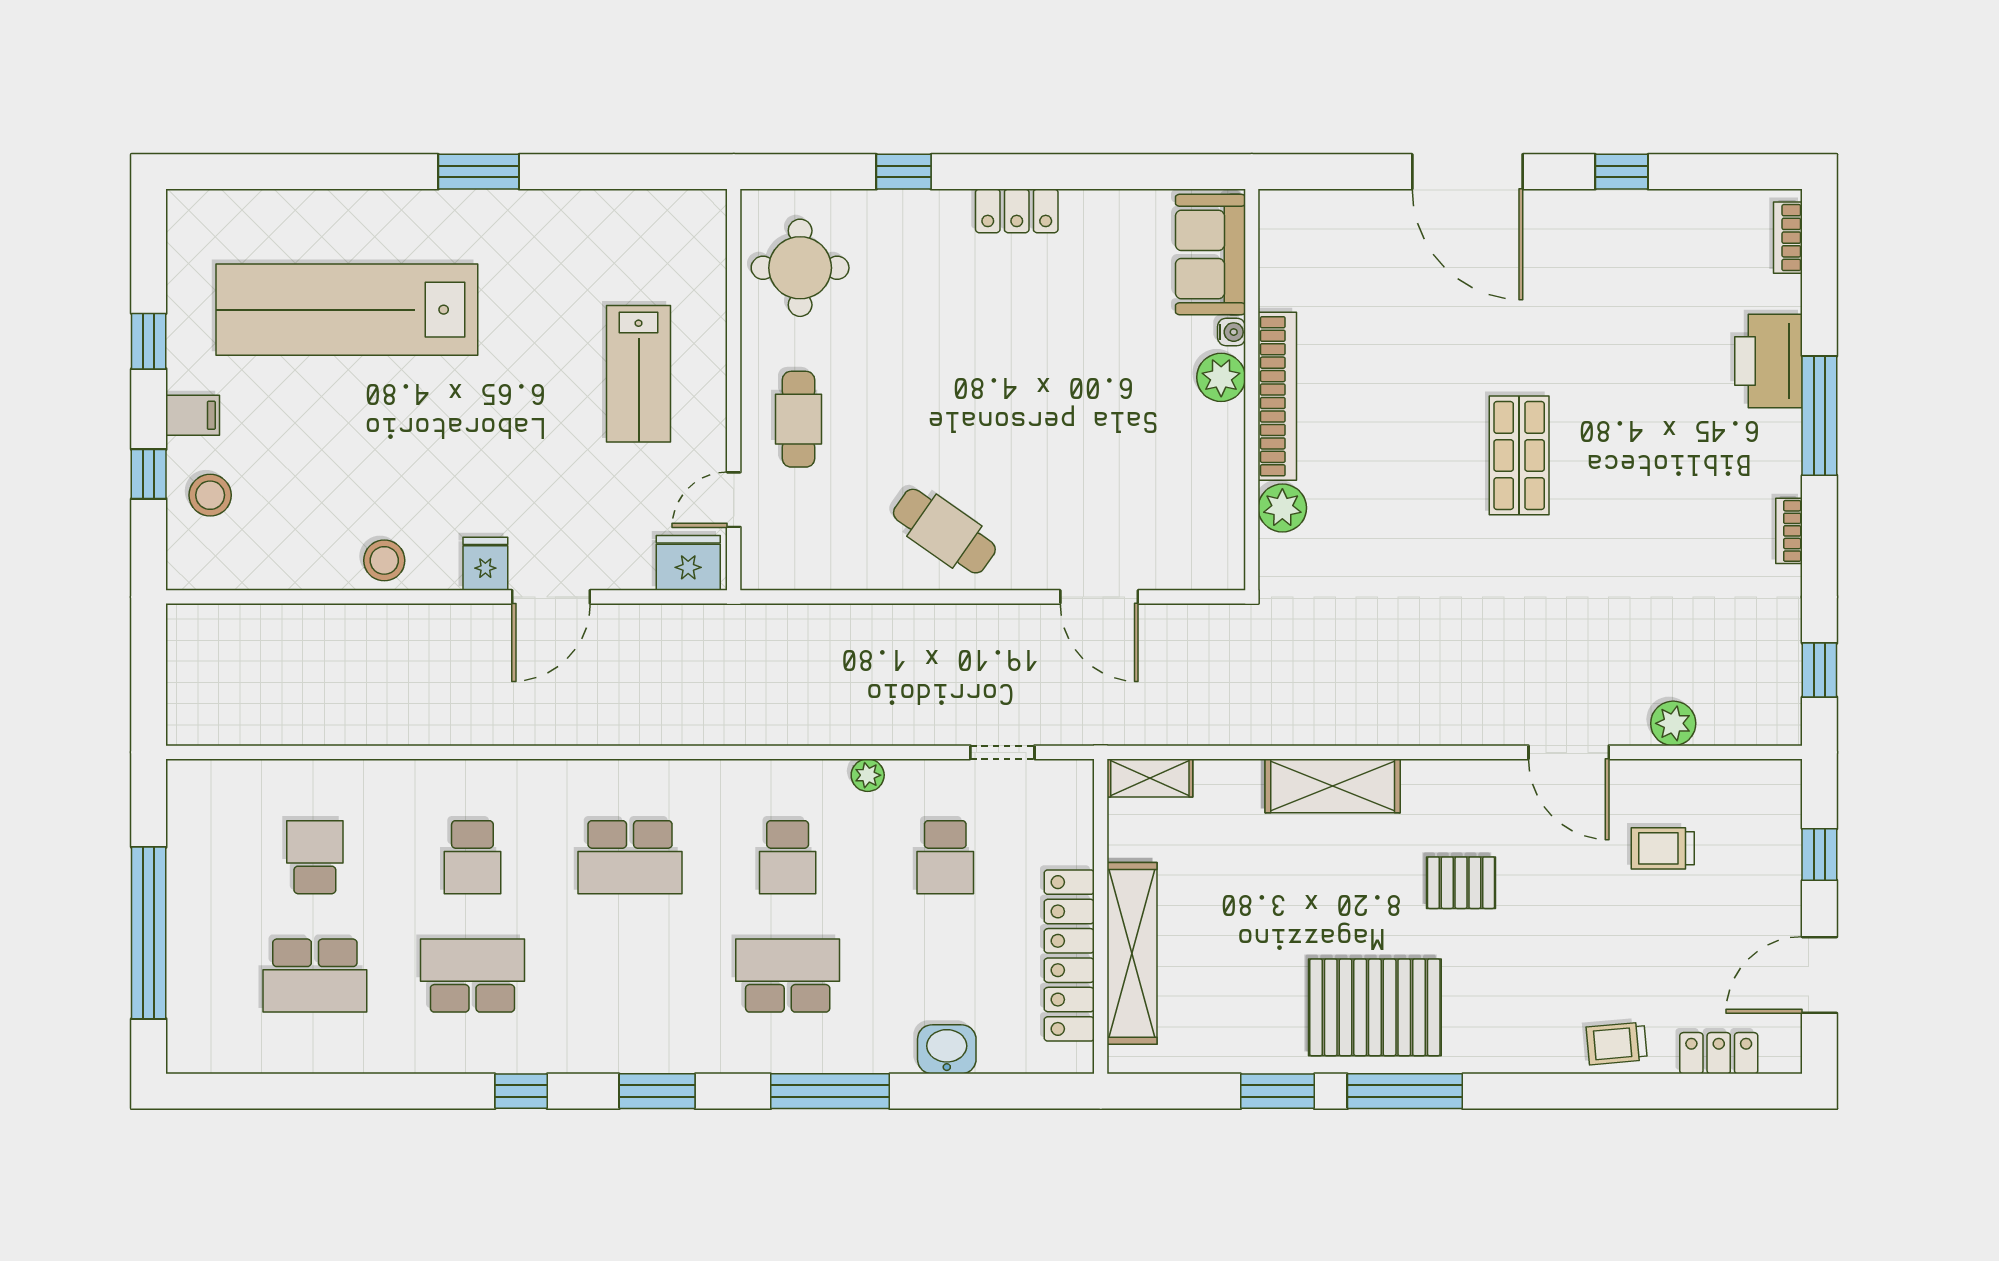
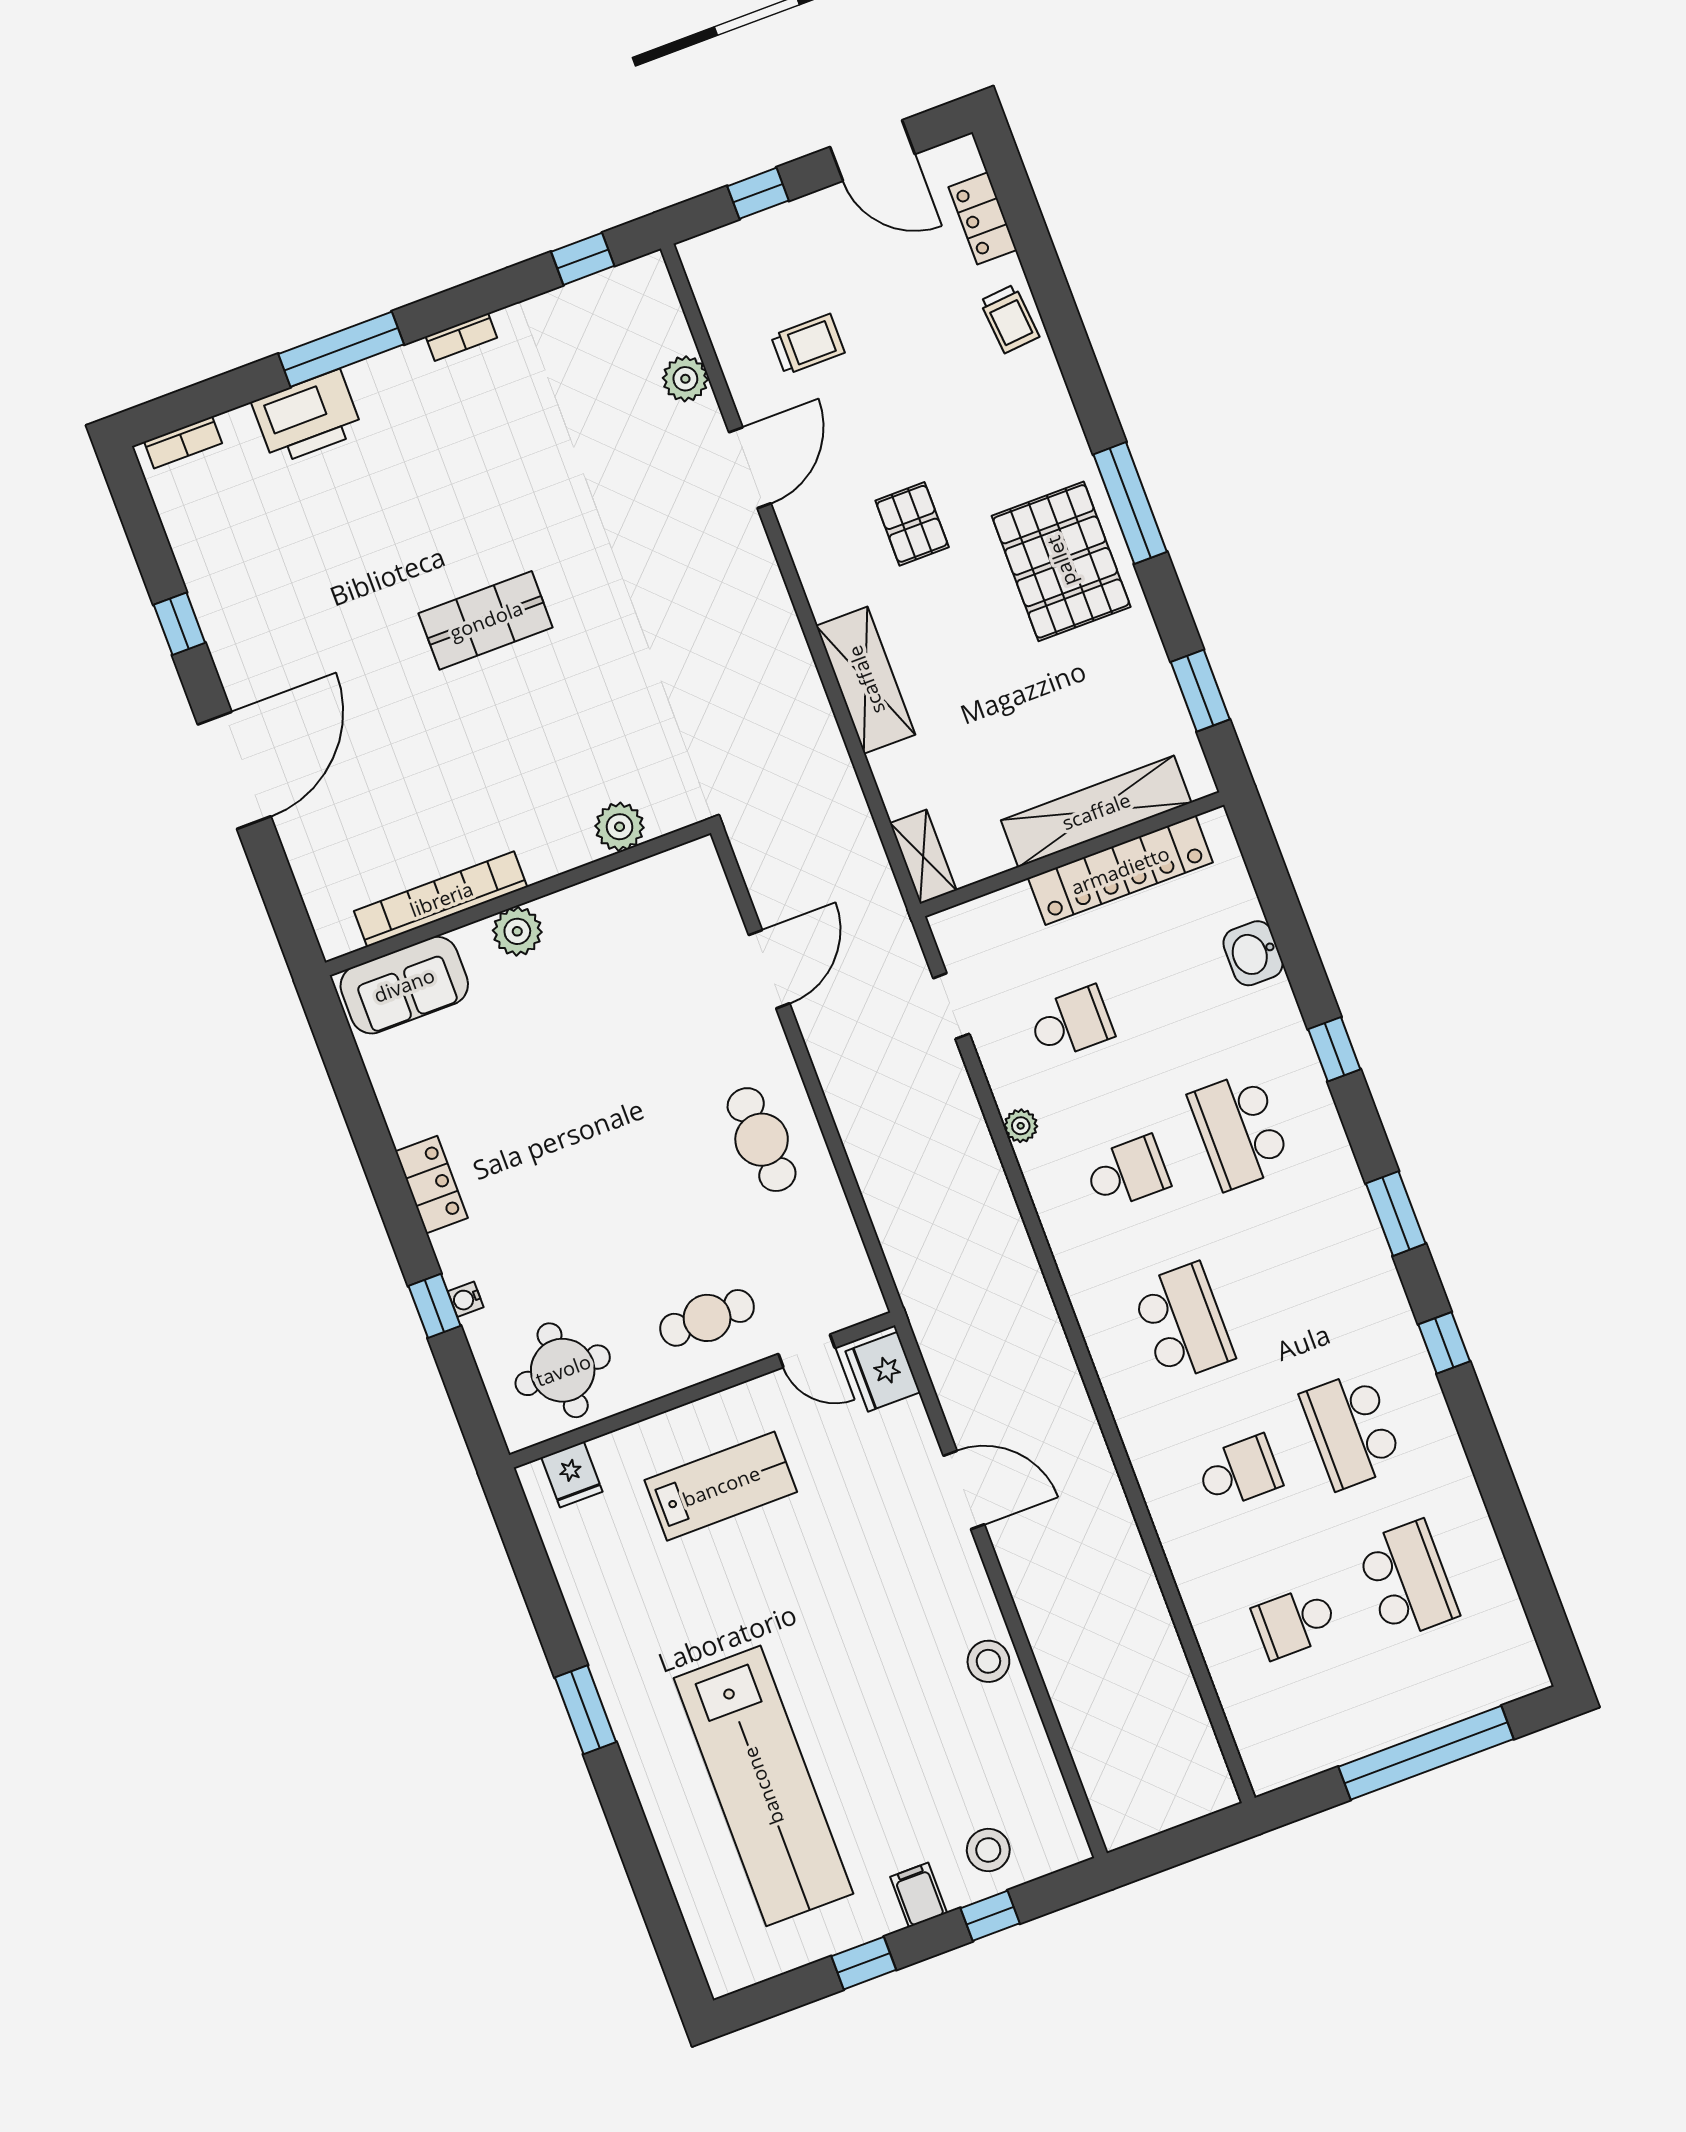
water cooler: (1231, 332) -> (466, 1299), moved, turned -90
bookcase: (1277, 396) -> (441, 899), moved
cafe table: (944, 531) -> (762, 1140), turned -39
fridge: (485, 564) -> (572, 1474), moved, turned -90
trolley: (1663, 848) -> (808, 344), turned -90
window: (830, 1091) -> (1334, 1049), width x0.46
window: (1277, 1091) -> (1200, 691), moved

